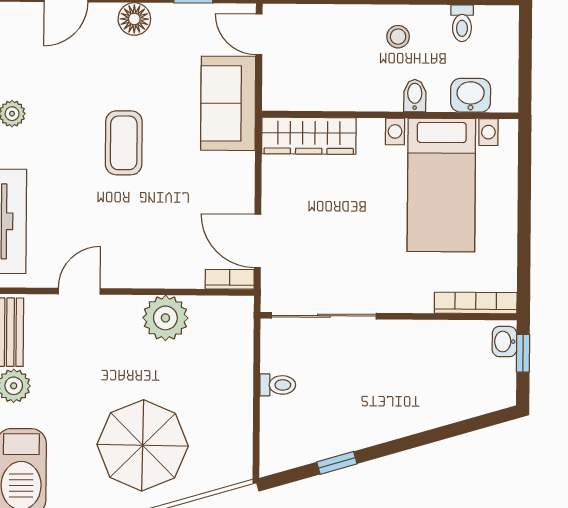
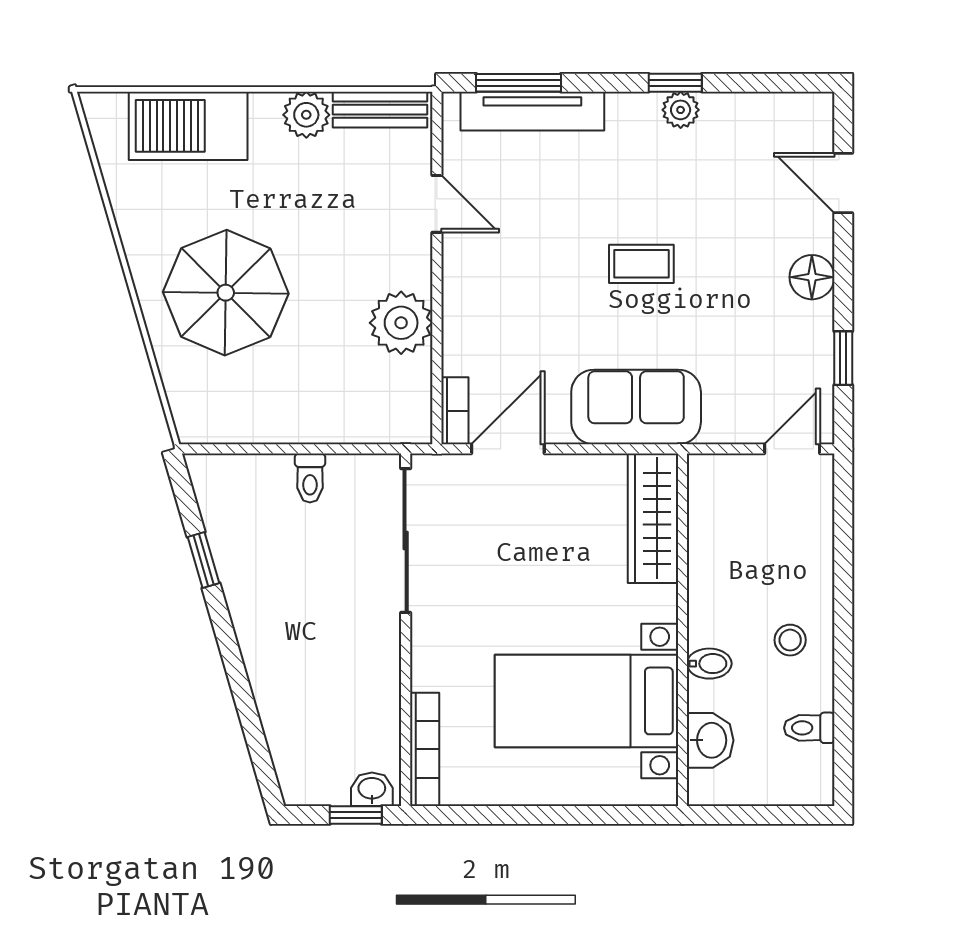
sofa: (228, 103) -> (636, 407), moved
coffee table: (124, 143) -> (641, 264), width x0.73, depth x0.77

